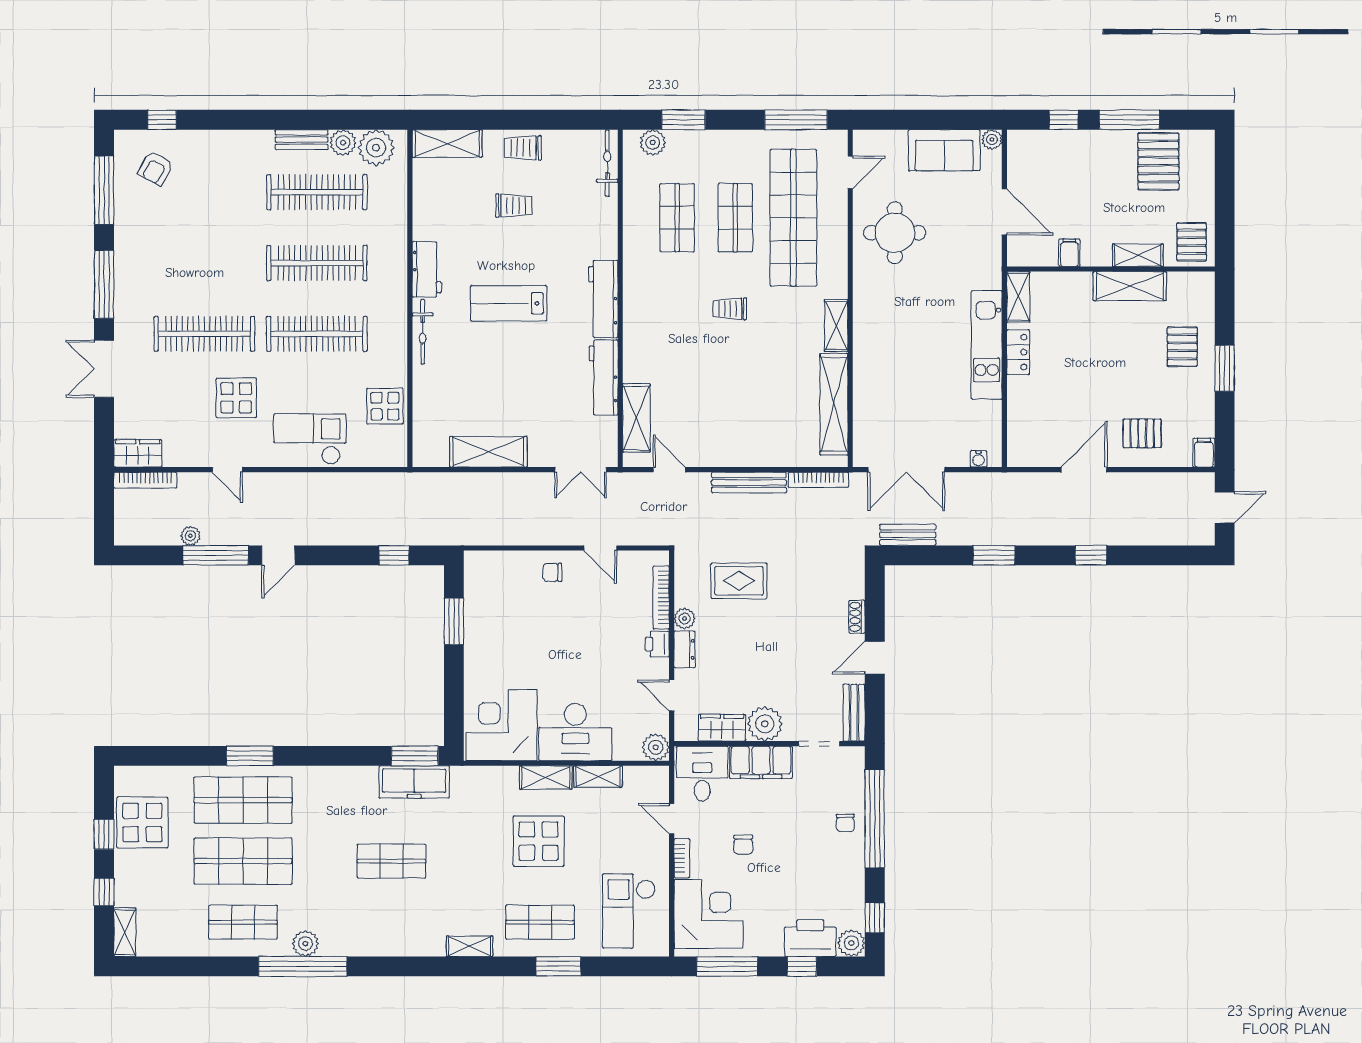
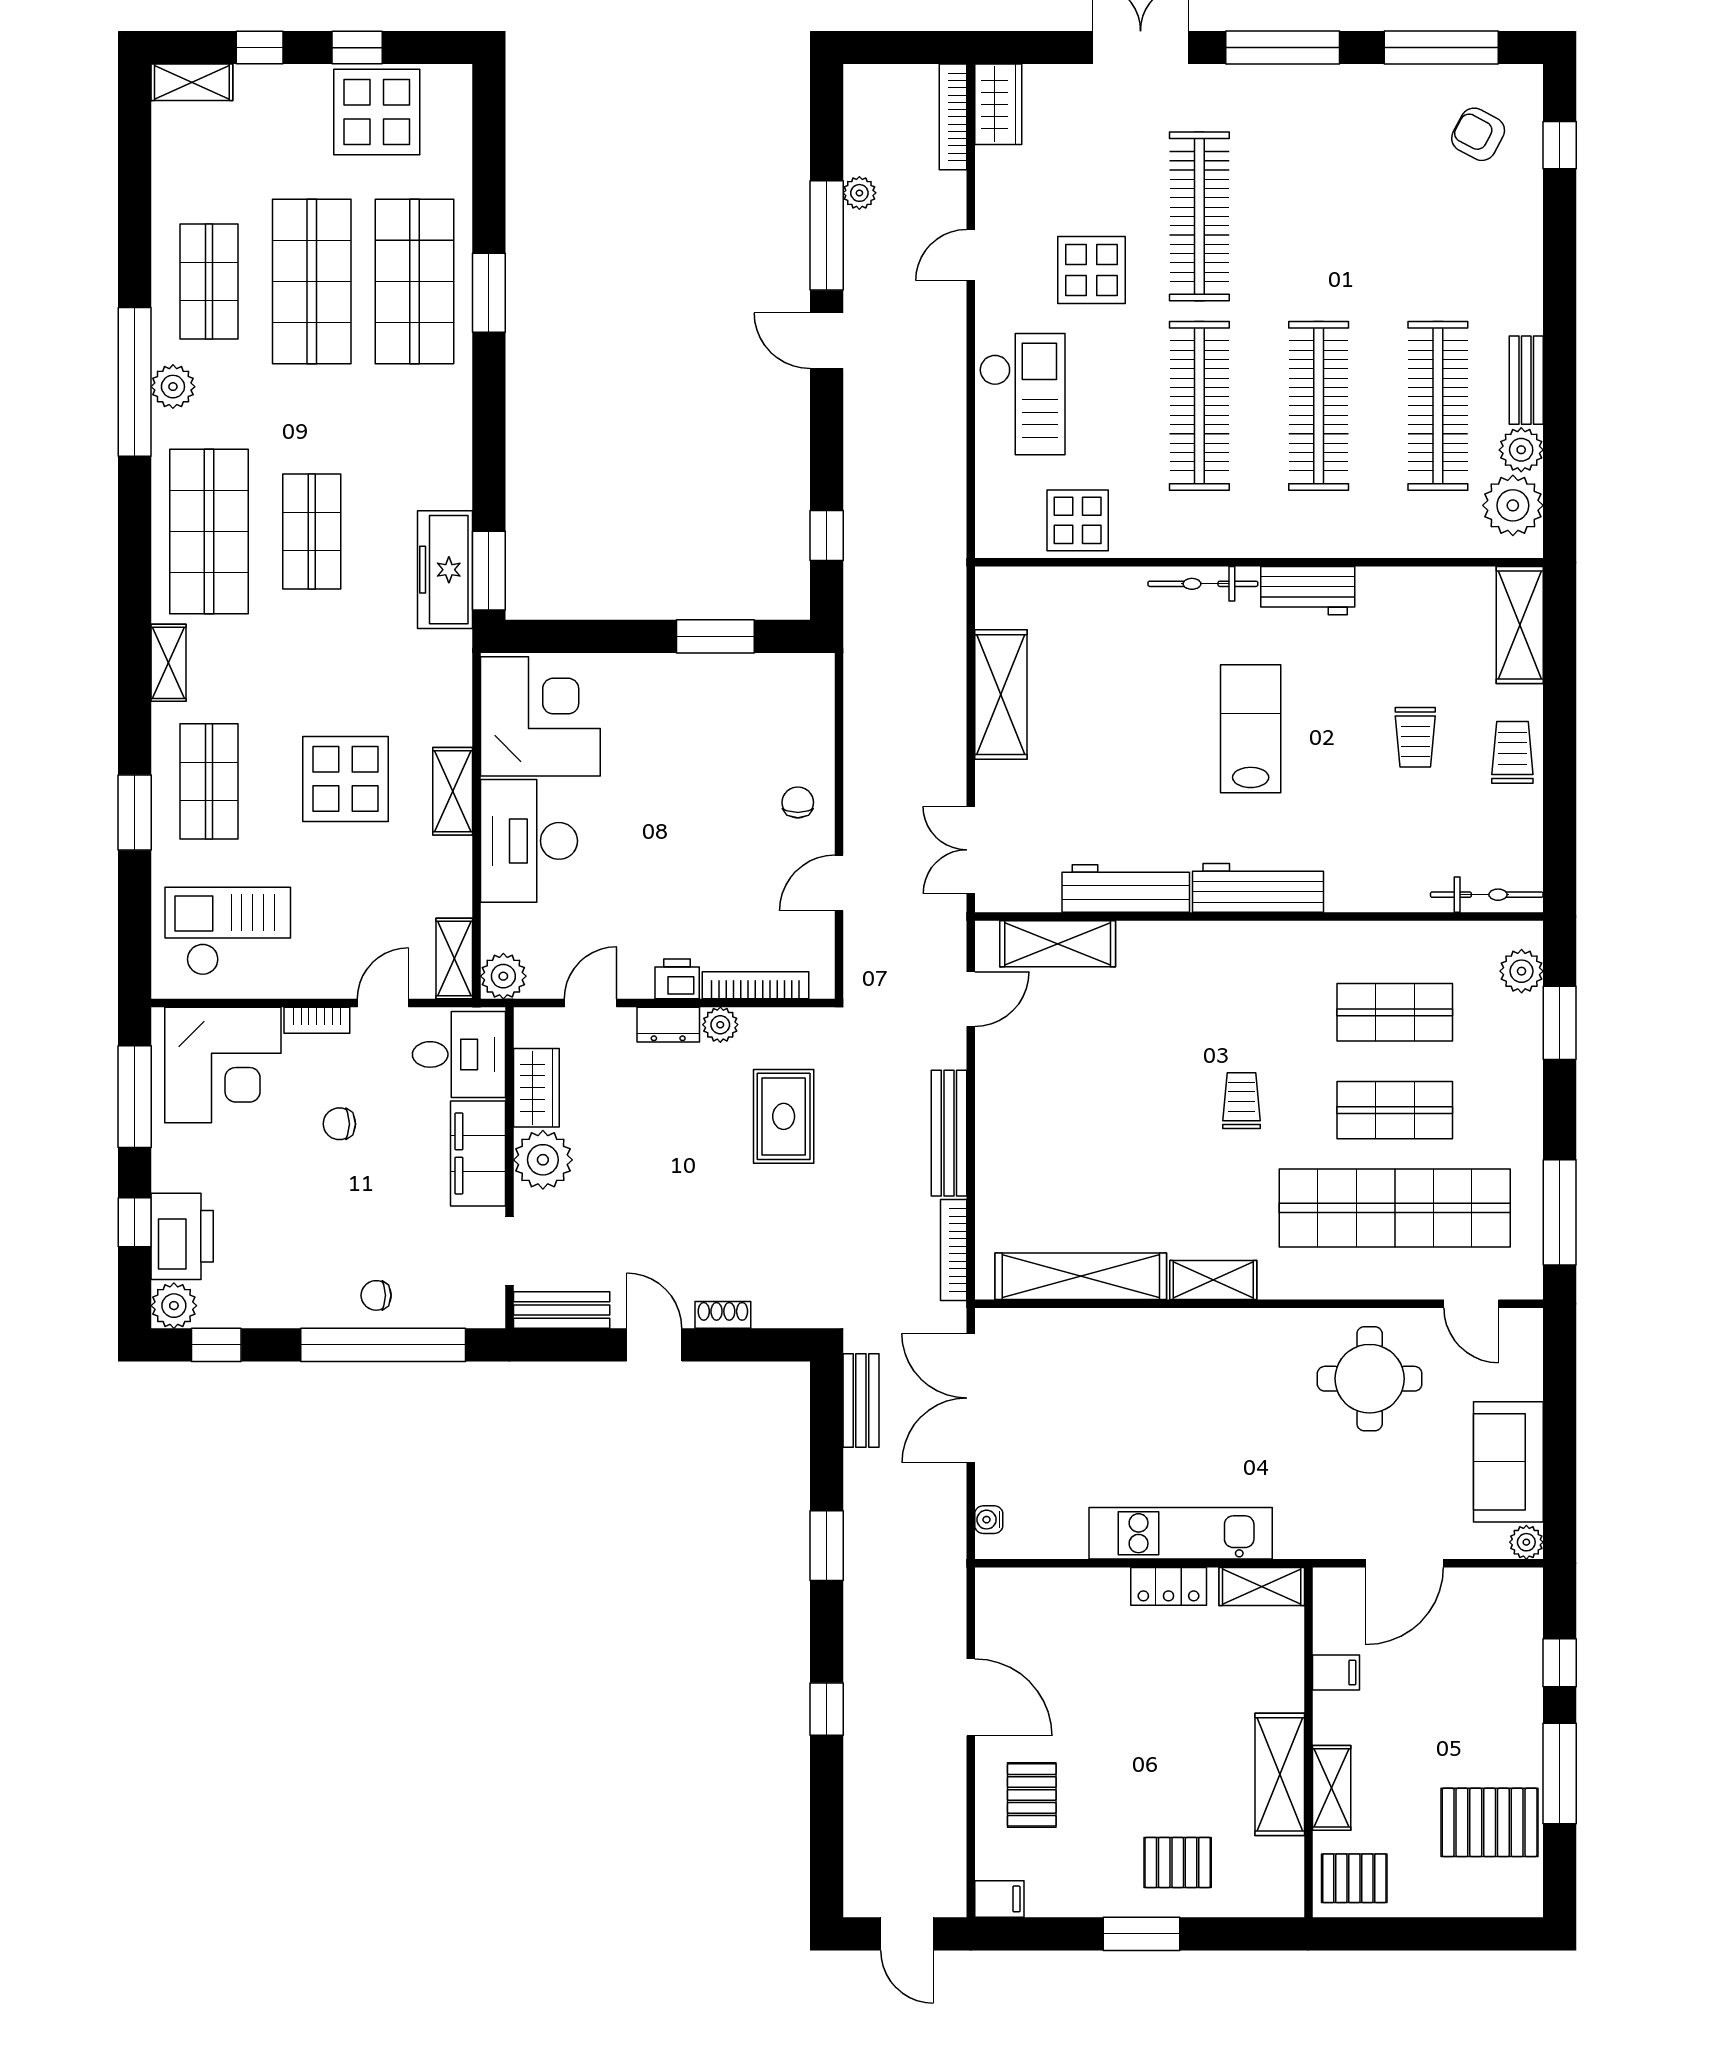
shelving: (598, 776) -> (454, 959), moved
shop shelf: (392, 922) -> (209, 531), added

